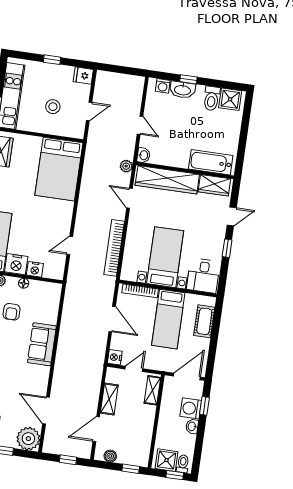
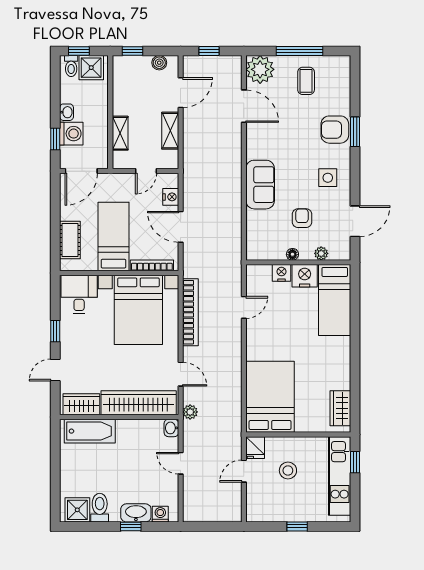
fridge: (83, 76) -> (255, 448), moved, turned 90
bed with nightstands: (165, 257) -> (138, 310), width x1.36
nightstand: (115, 357) -> (171, 197), moved
shelving: (152, 390) -> (120, 133), moved

